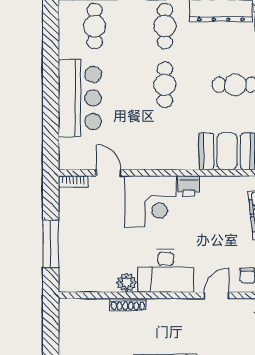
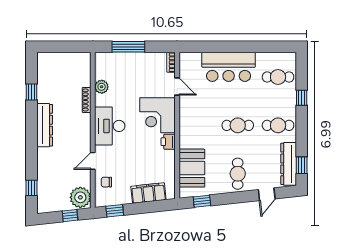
door: (109, 173) -> (177, 87), hinge flipped
plant: (127, 283) -> (102, 87), moved
door: (216, 295) -> (93, 161), swing flipped

